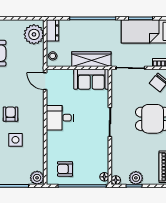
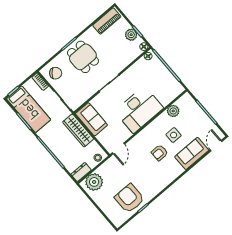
desk: (60, 118) -> (139, 110), width x1.87, depth x1.30
armchair: (65, 169) -> (165, 86), removed
plant: (37, 178) -> (173, 111), moved

